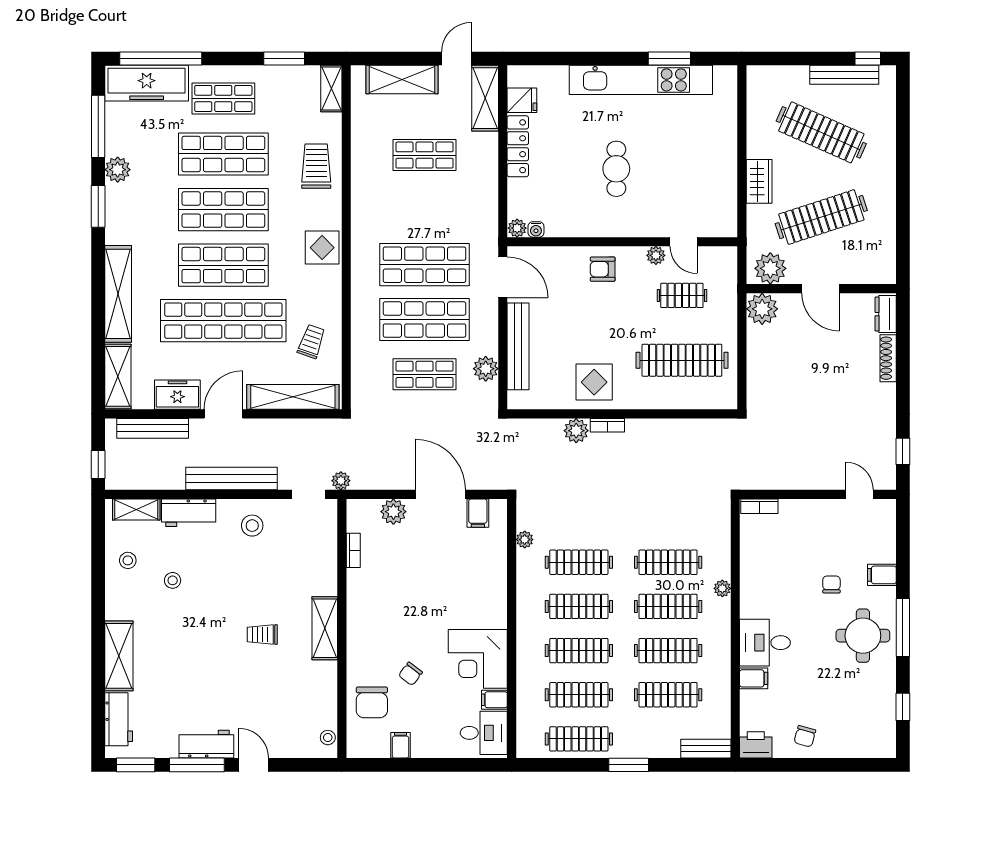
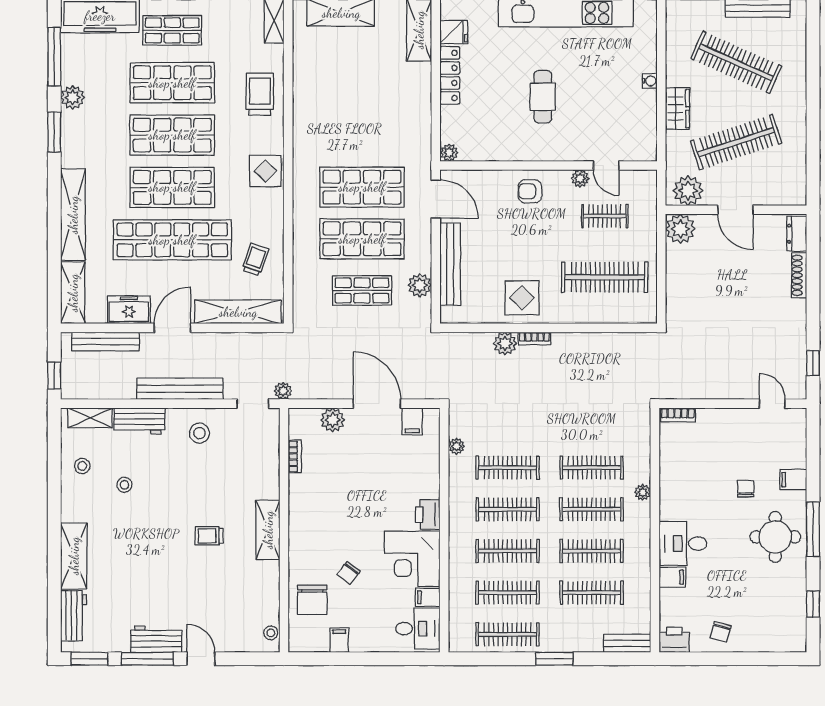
shop shelf: (425, 155) -> (362, 84), removed
water cooler: (536, 229) -> (650, 81), moved, turned -90
printer: (494, 612) -> (428, 515), added

